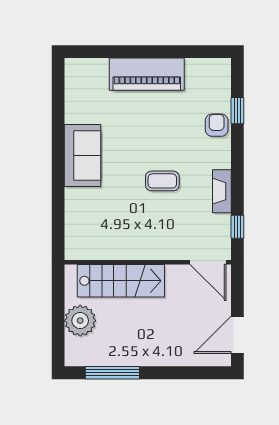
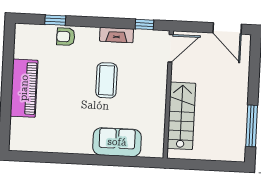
sofa: (82, 156) -> (117, 142), moved
coffee table: (162, 181) -> (106, 80), width x1.36, depth x1.30
plant: (80, 321) -> (210, 149), removed

